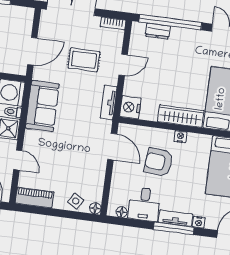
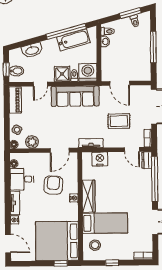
dresser: (158, 31) -> (147, 160), moved
rug: (84, 60) -> (119, 121), turned 90
door: (123, 65) -> (132, 150), moved
sofa: (42, 106) -> (75, 96), width x1.36
nightstand: (130, 107) -> (100, 159), moved
plant: (95, 183) -> (32, 142), added
window: (174, 228) -> (8, 203), removed

